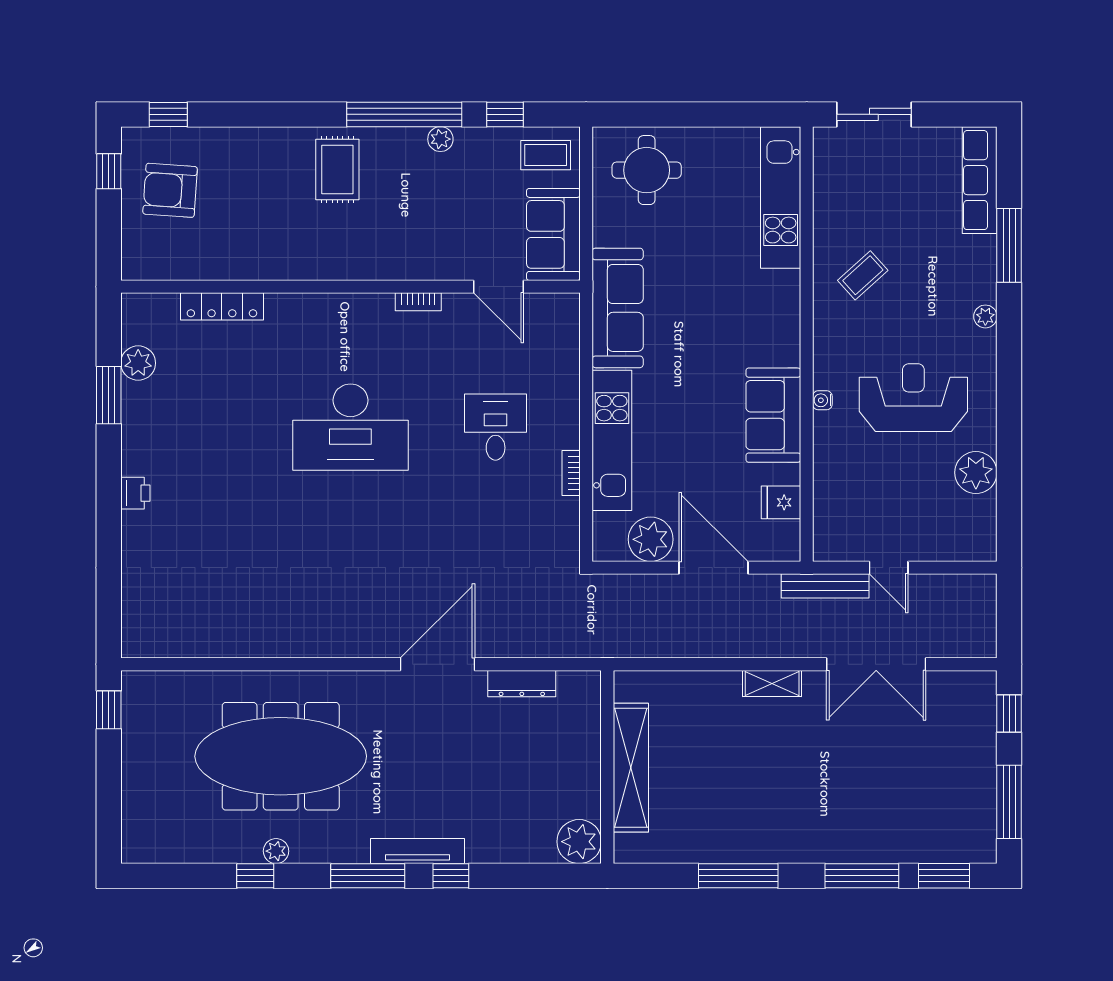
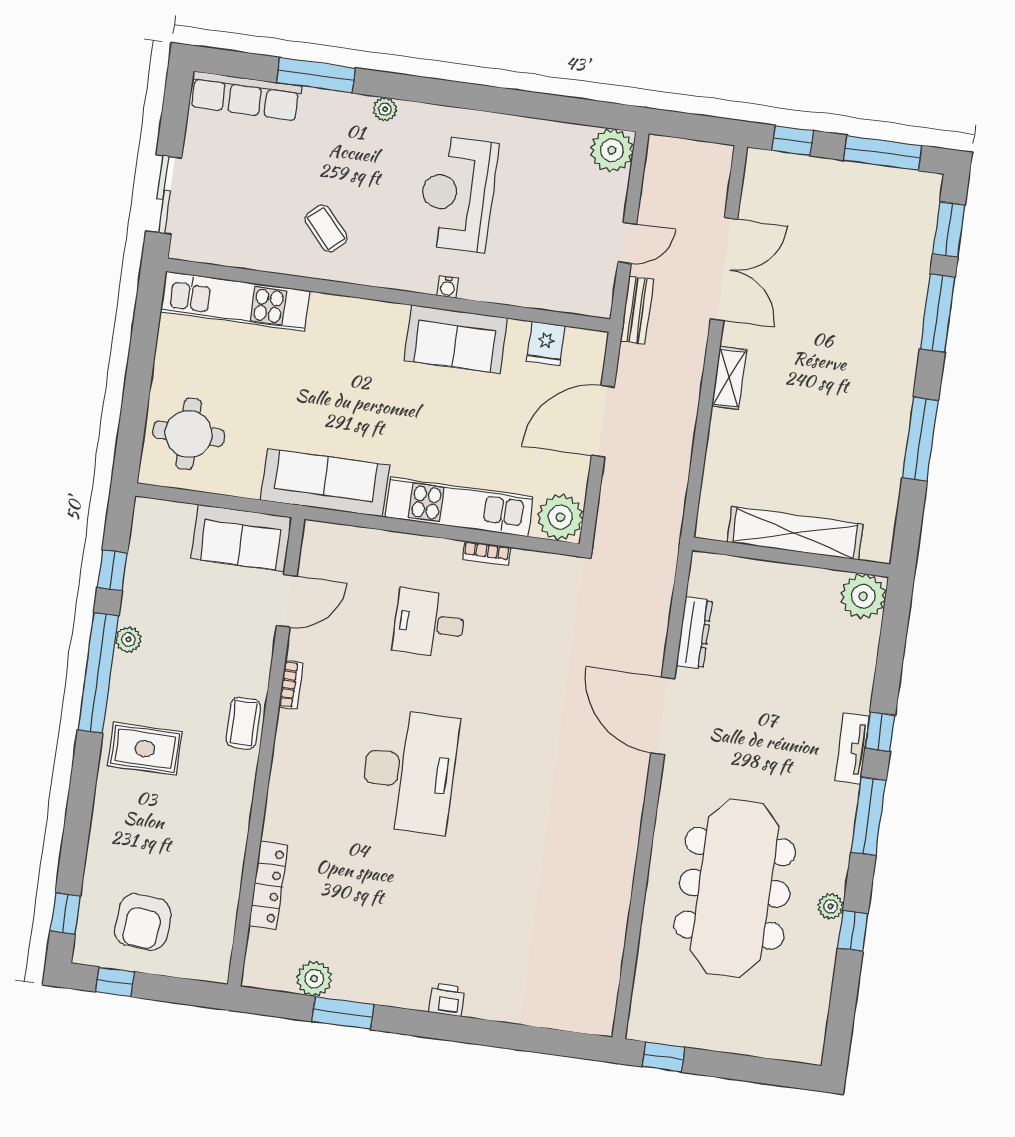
coffee table: (546, 155) -> (243, 723), moved
plant: (976, 473) -> (612, 150), moved
plant: (651, 539) -> (560, 517), moved
bench: (825, 586) -> (637, 310), width x0.73
tv unit: (418, 851) -> (852, 748), width x0.71

